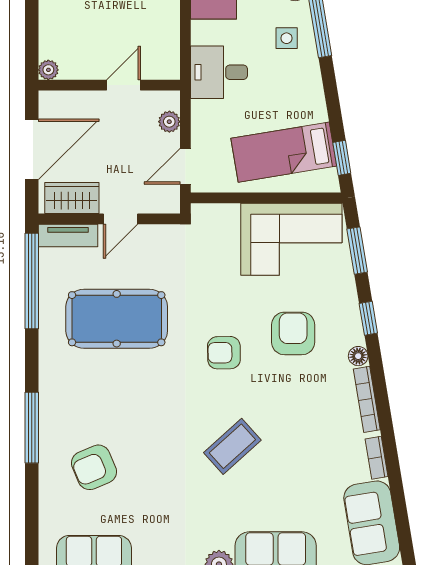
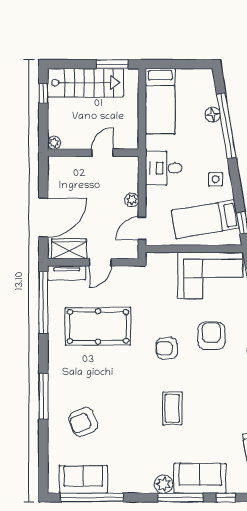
side table: (287, 38) -> (216, 179), moved
plant: (48, 70) -> (54, 143), moved
wall: (109, 85) -> (93, 153), moved
door: (124, 85) -> (102, 153), moved
coffee table: (232, 446) -> (172, 408), turned -48

